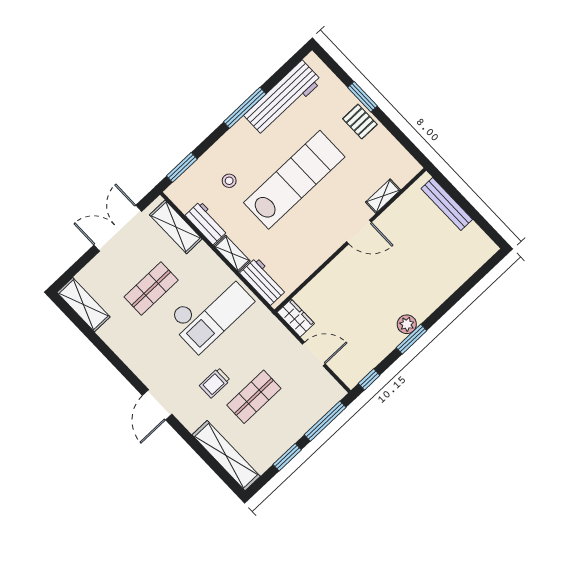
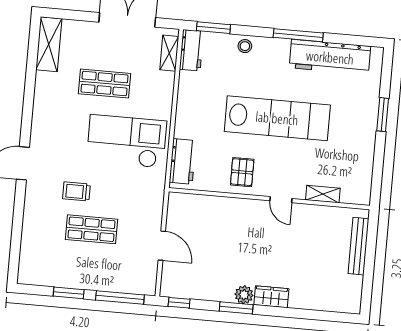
pallet: (360, 122) -> (242, 172), moved
stool: (229, 181) -> (245, 46), moved
workbench: (207, 223) -> (191, 50), moved
shelving: (176, 227) -> (169, 53), width x0.67, depth x0.75
door: (359, 232) -> (281, 200), width x0.73
shelving: (232, 254) -> (183, 120), removed
checkout: (210, 311) -> (127, 141), turned 180
wardrobe: (296, 318) -> (271, 297), moved, turned -90
shelving: (226, 456) -> (30, 247), removed

